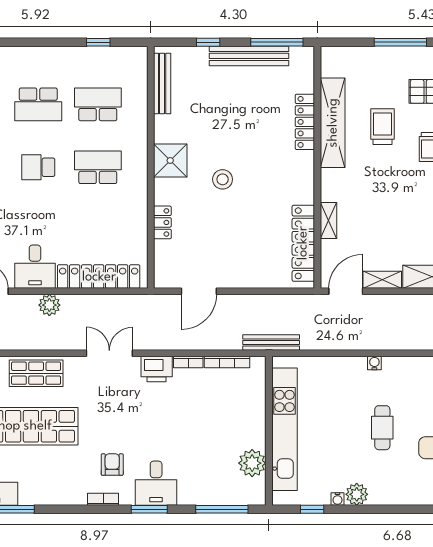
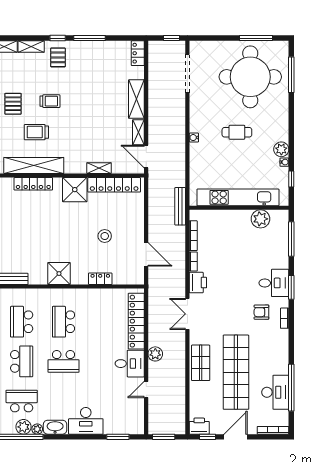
school desk: (38, 167) -> (64, 361), width x1.85
stool: (223, 179) -> (105, 236), moved
shower: (296, 184) -> (75, 190), added

